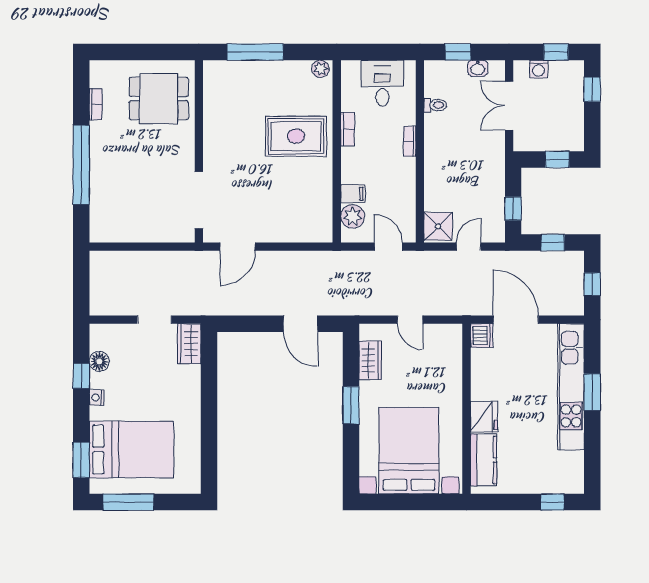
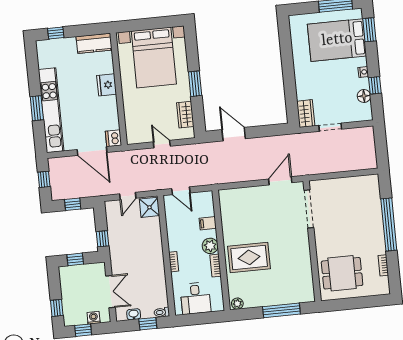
toilet: (435, 105) -> (162, 312), moved
window: (513, 208) -> (103, 239), moved
plant: (353, 216) -> (210, 246), moved
kitchen counter: (484, 460) -> (94, 43), moved, turned -90

